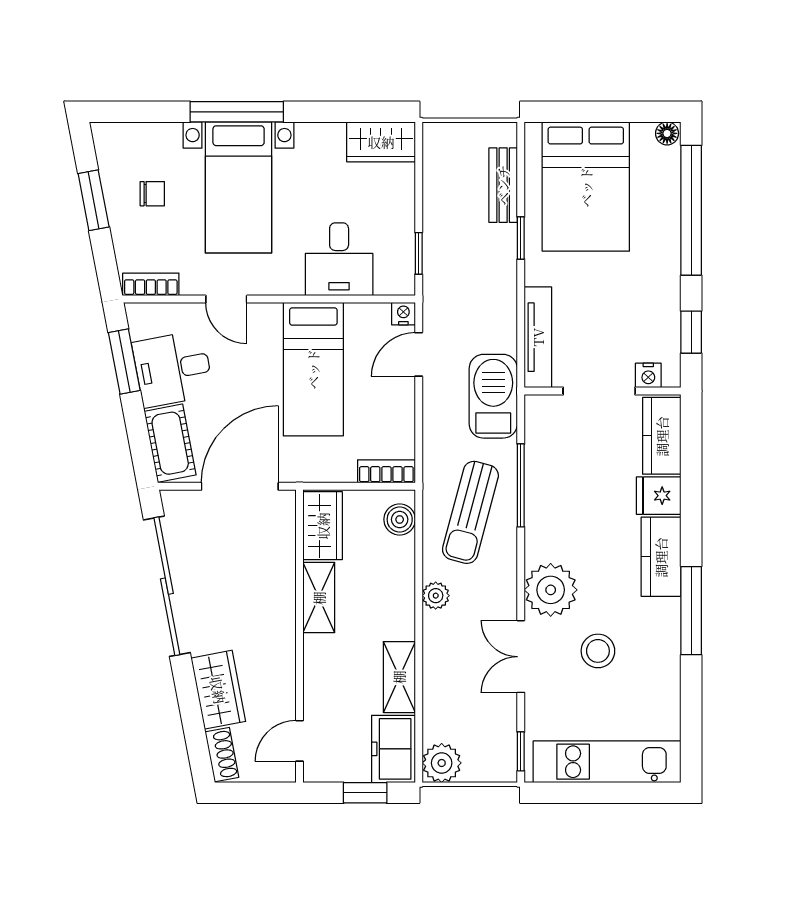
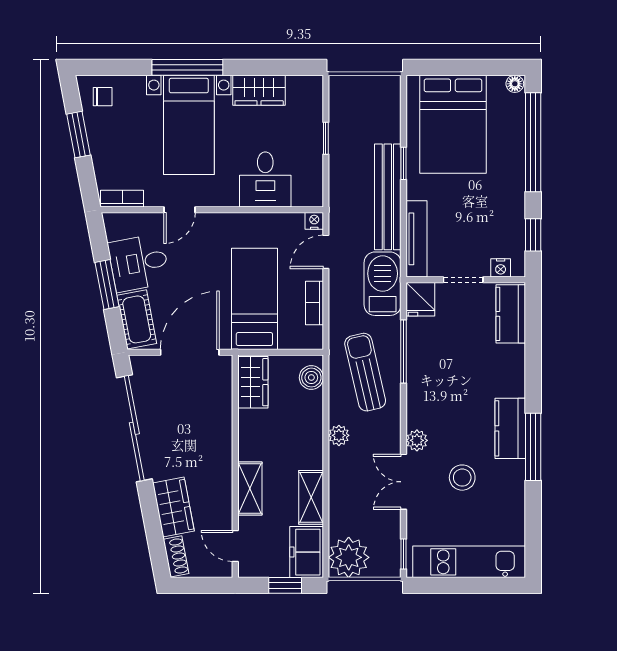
wardrobe: (381, 142) -> (259, 90), moved
bench: (503, 185) -> (388, 197), moved, width x1.86, depth x1.21
chair: (152, 194) -> (103, 97), moved
window: (419, 253) -> (326, 138), moved
door: (226, 299) -> (179, 210), hinge flipped
window: (124, 361) -> (107, 284), moved
bed: (313, 369) -> (254, 299), moved, turned 180
doorway: (599, 391) -> (463, 280), width x0.73
bookcase: (386, 471) -> (314, 303), moved, turned -90
fridge: (659, 496) -> (420, 299), moved, turned -90
sun lounger: (470, 512) -> (365, 372), turned 152
kitchen counter: (661, 557) -> (510, 428), moved
plant: (551, 590) -> (417, 440), width x0.53, depth x0.53
shelving: (319, 598) -> (250, 489), moved
door: (300, 741) -> (235, 546), hinge flipped
plant: (442, 763) -> (349, 557), width x1.36, depth x1.36

